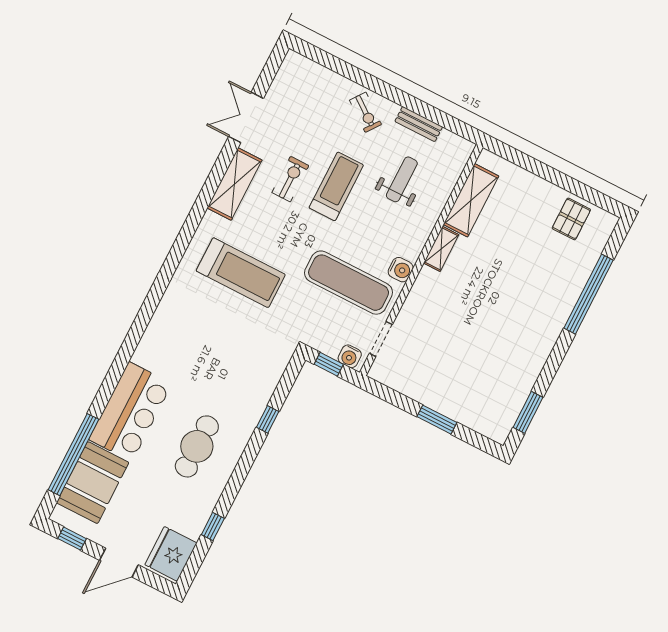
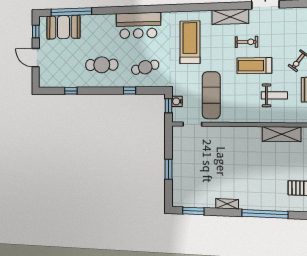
treadmill: (336, 186) -> (254, 66), turned 180
shelving: (441, 249) -> (227, 204), moved
water cooler: (401, 270) -> (230, 117), removed
treadmill: (241, 273) -> (190, 42), turned 180
water cooler: (350, 356) -> (177, 101), moved
cafe table: (242, 371) -> (145, 67), added
bar counter: (130, 412) -> (138, 26), moved
fridge: (171, 554) -> (50, 78), removed

